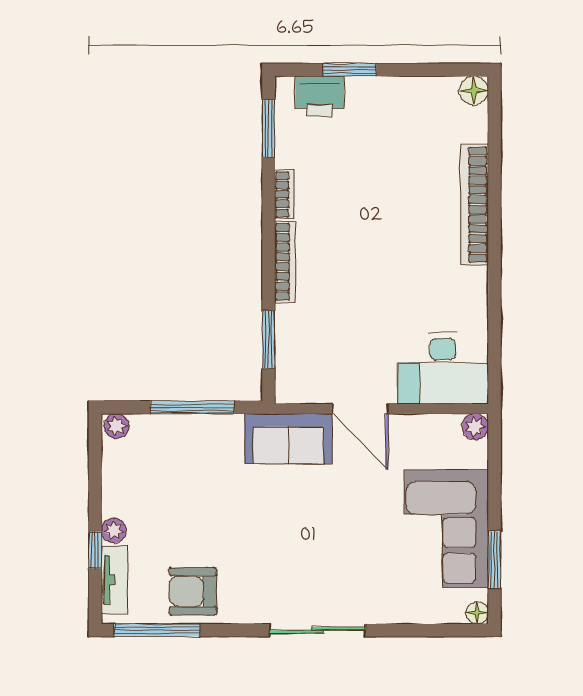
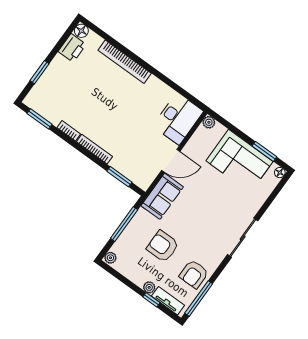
printer: (320, 96) -> (72, 48), moved
armchair: (202, 502) -> (163, 246), added

